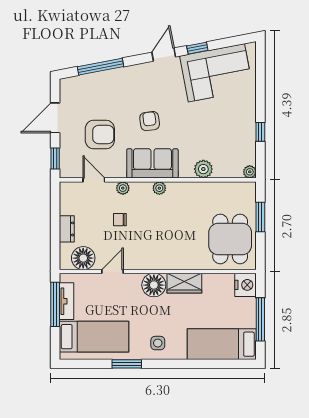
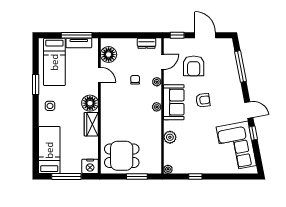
dresser: (67, 229) -> (147, 43), moved

